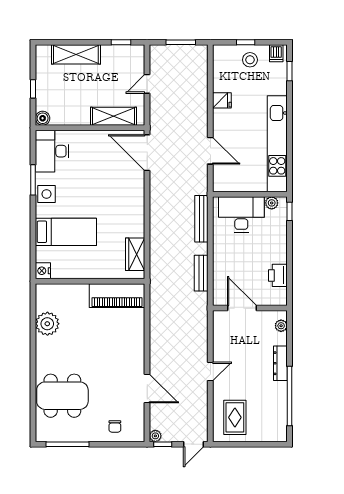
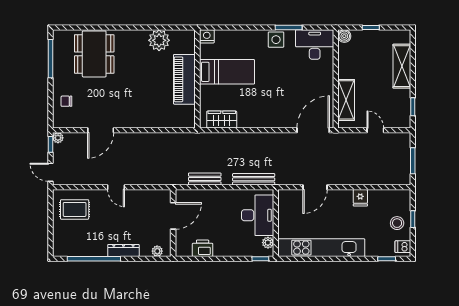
bed: (66, 232) -> (227, 72), moved, turned -90
piano: (117, 296) -> (184, 79), moved

